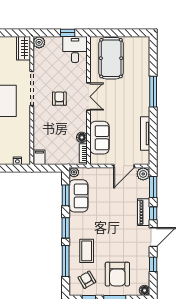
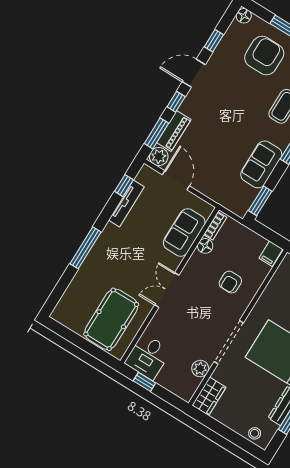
plant: (39, 42) -> (200, 369), moved
armchair: (59, 99) -> (230, 282), moved
window: (153, 143) -> (124, 186), added
door: (124, 166) -> (176, 180), hinge flipped
plant: (74, 172) -> (241, 210), removed
window: (66, 195) -> (260, 201), moved
sofa: (78, 196) -> (261, 164), moved
piano: (144, 212) -> (174, 131), moved

